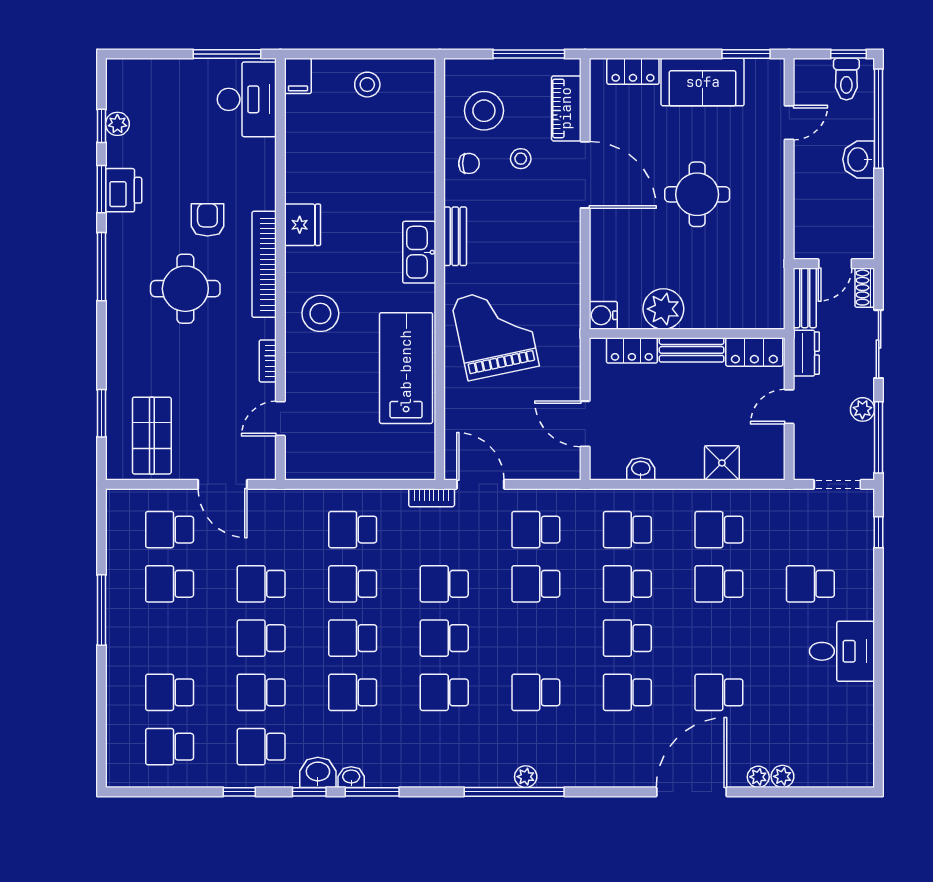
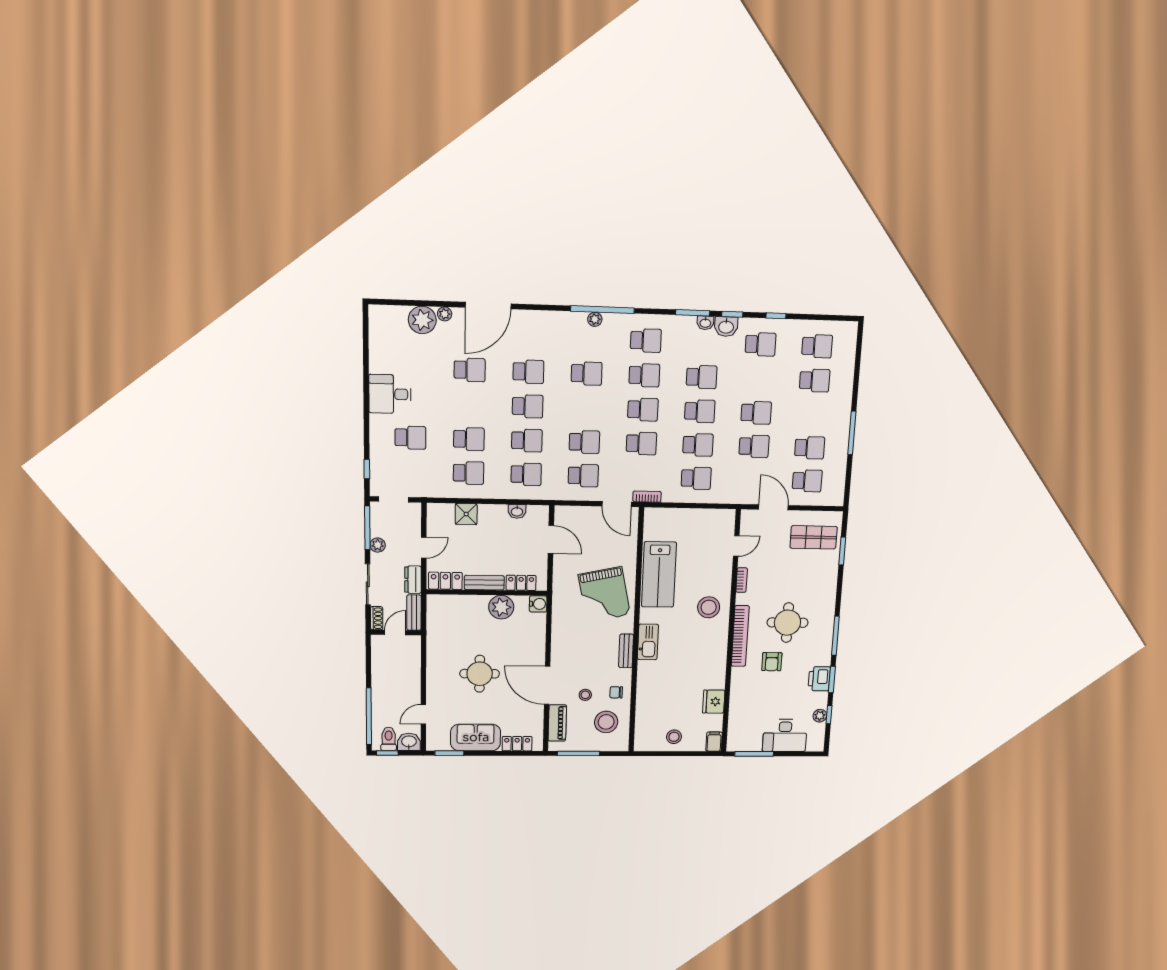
desk: (247, 99) -> (785, 736), moved, turned -90
washbasin: (859, 159) -> (409, 742), moved, turned -90
fridge: (303, 225) -> (714, 702), moved
shop shelf: (152, 436) -> (814, 537), turned 90
school desk: (261, 692) -> (646, 340), moved
plant: (782, 776) -> (422, 320), width x1.87, depth x1.87

